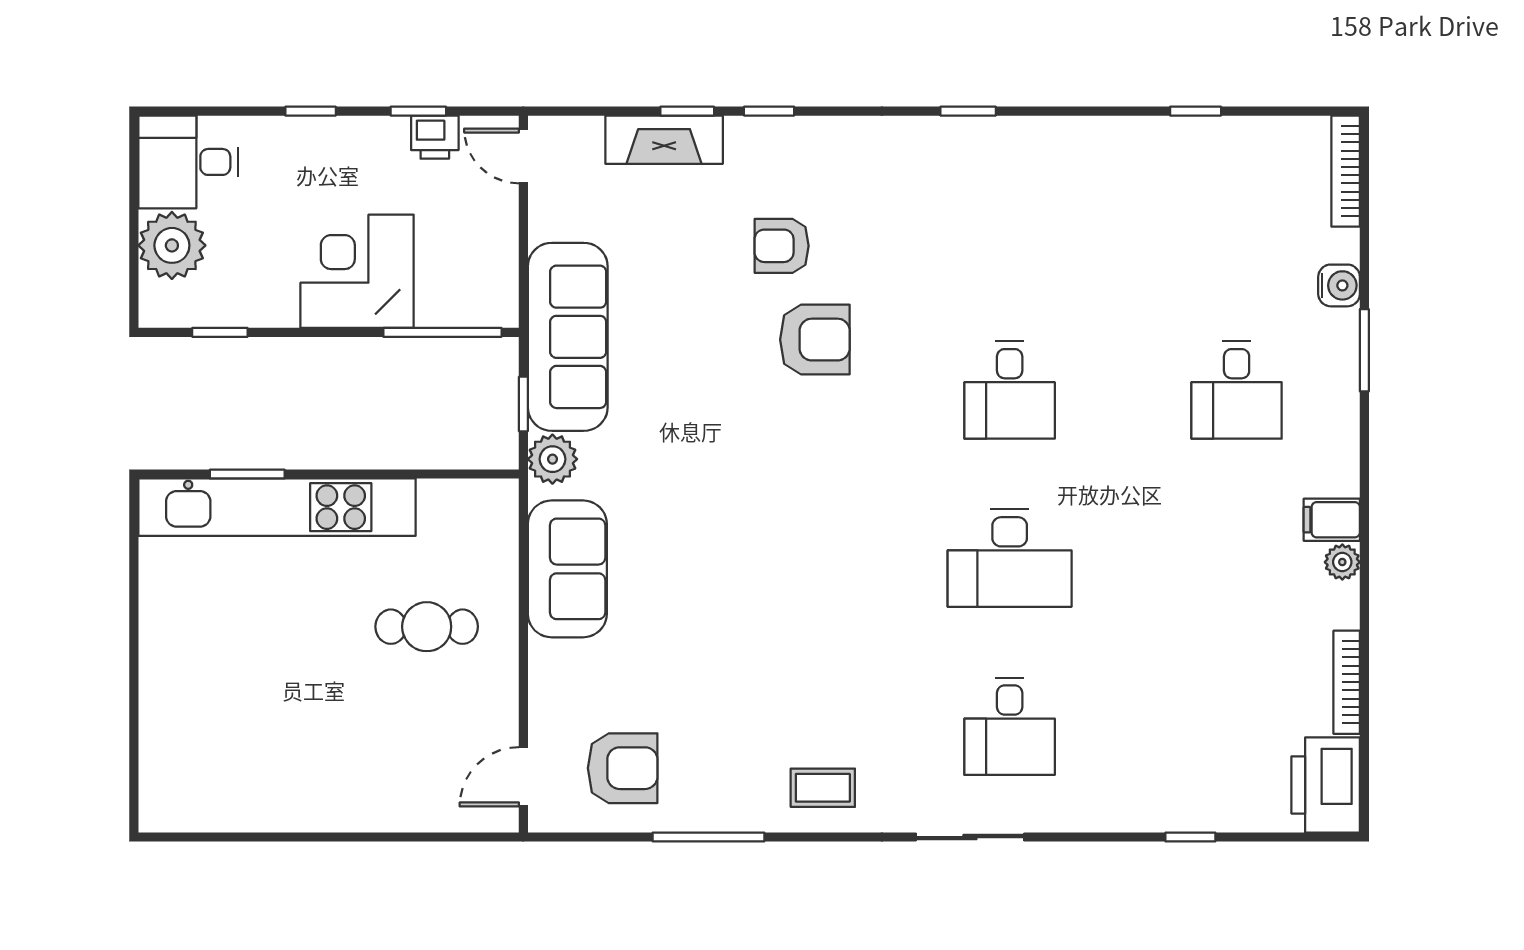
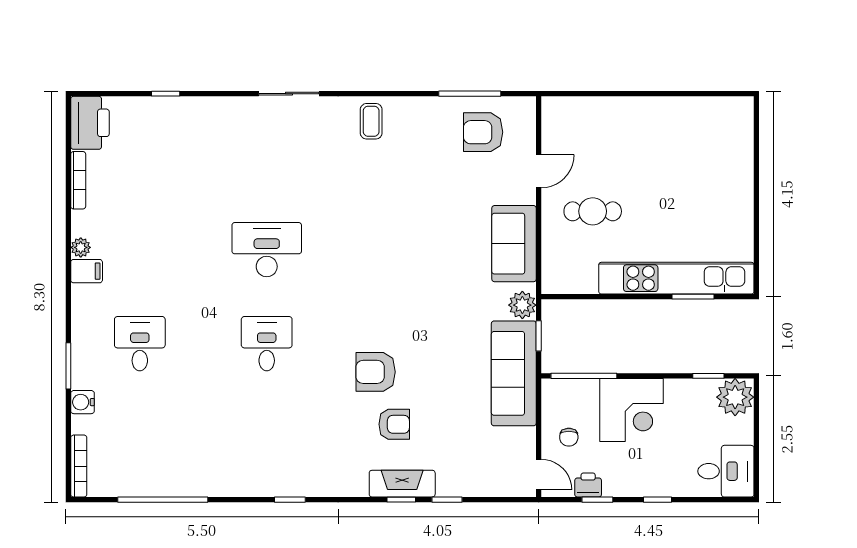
window: (1196, 111) -> (163, 500), width x3.17
fireplace: (664, 140) -> (402, 484), moved
chair: (469, 223) -> (569, 437), added
plant: (172, 245) -> (735, 397), moved
desk: (1010, 726) -> (267, 156), removed
door: (523, 777) -> (539, 171), moved
coffee table: (823, 788) -> (371, 121), turned 90
window: (708, 837) -> (470, 94), moved

